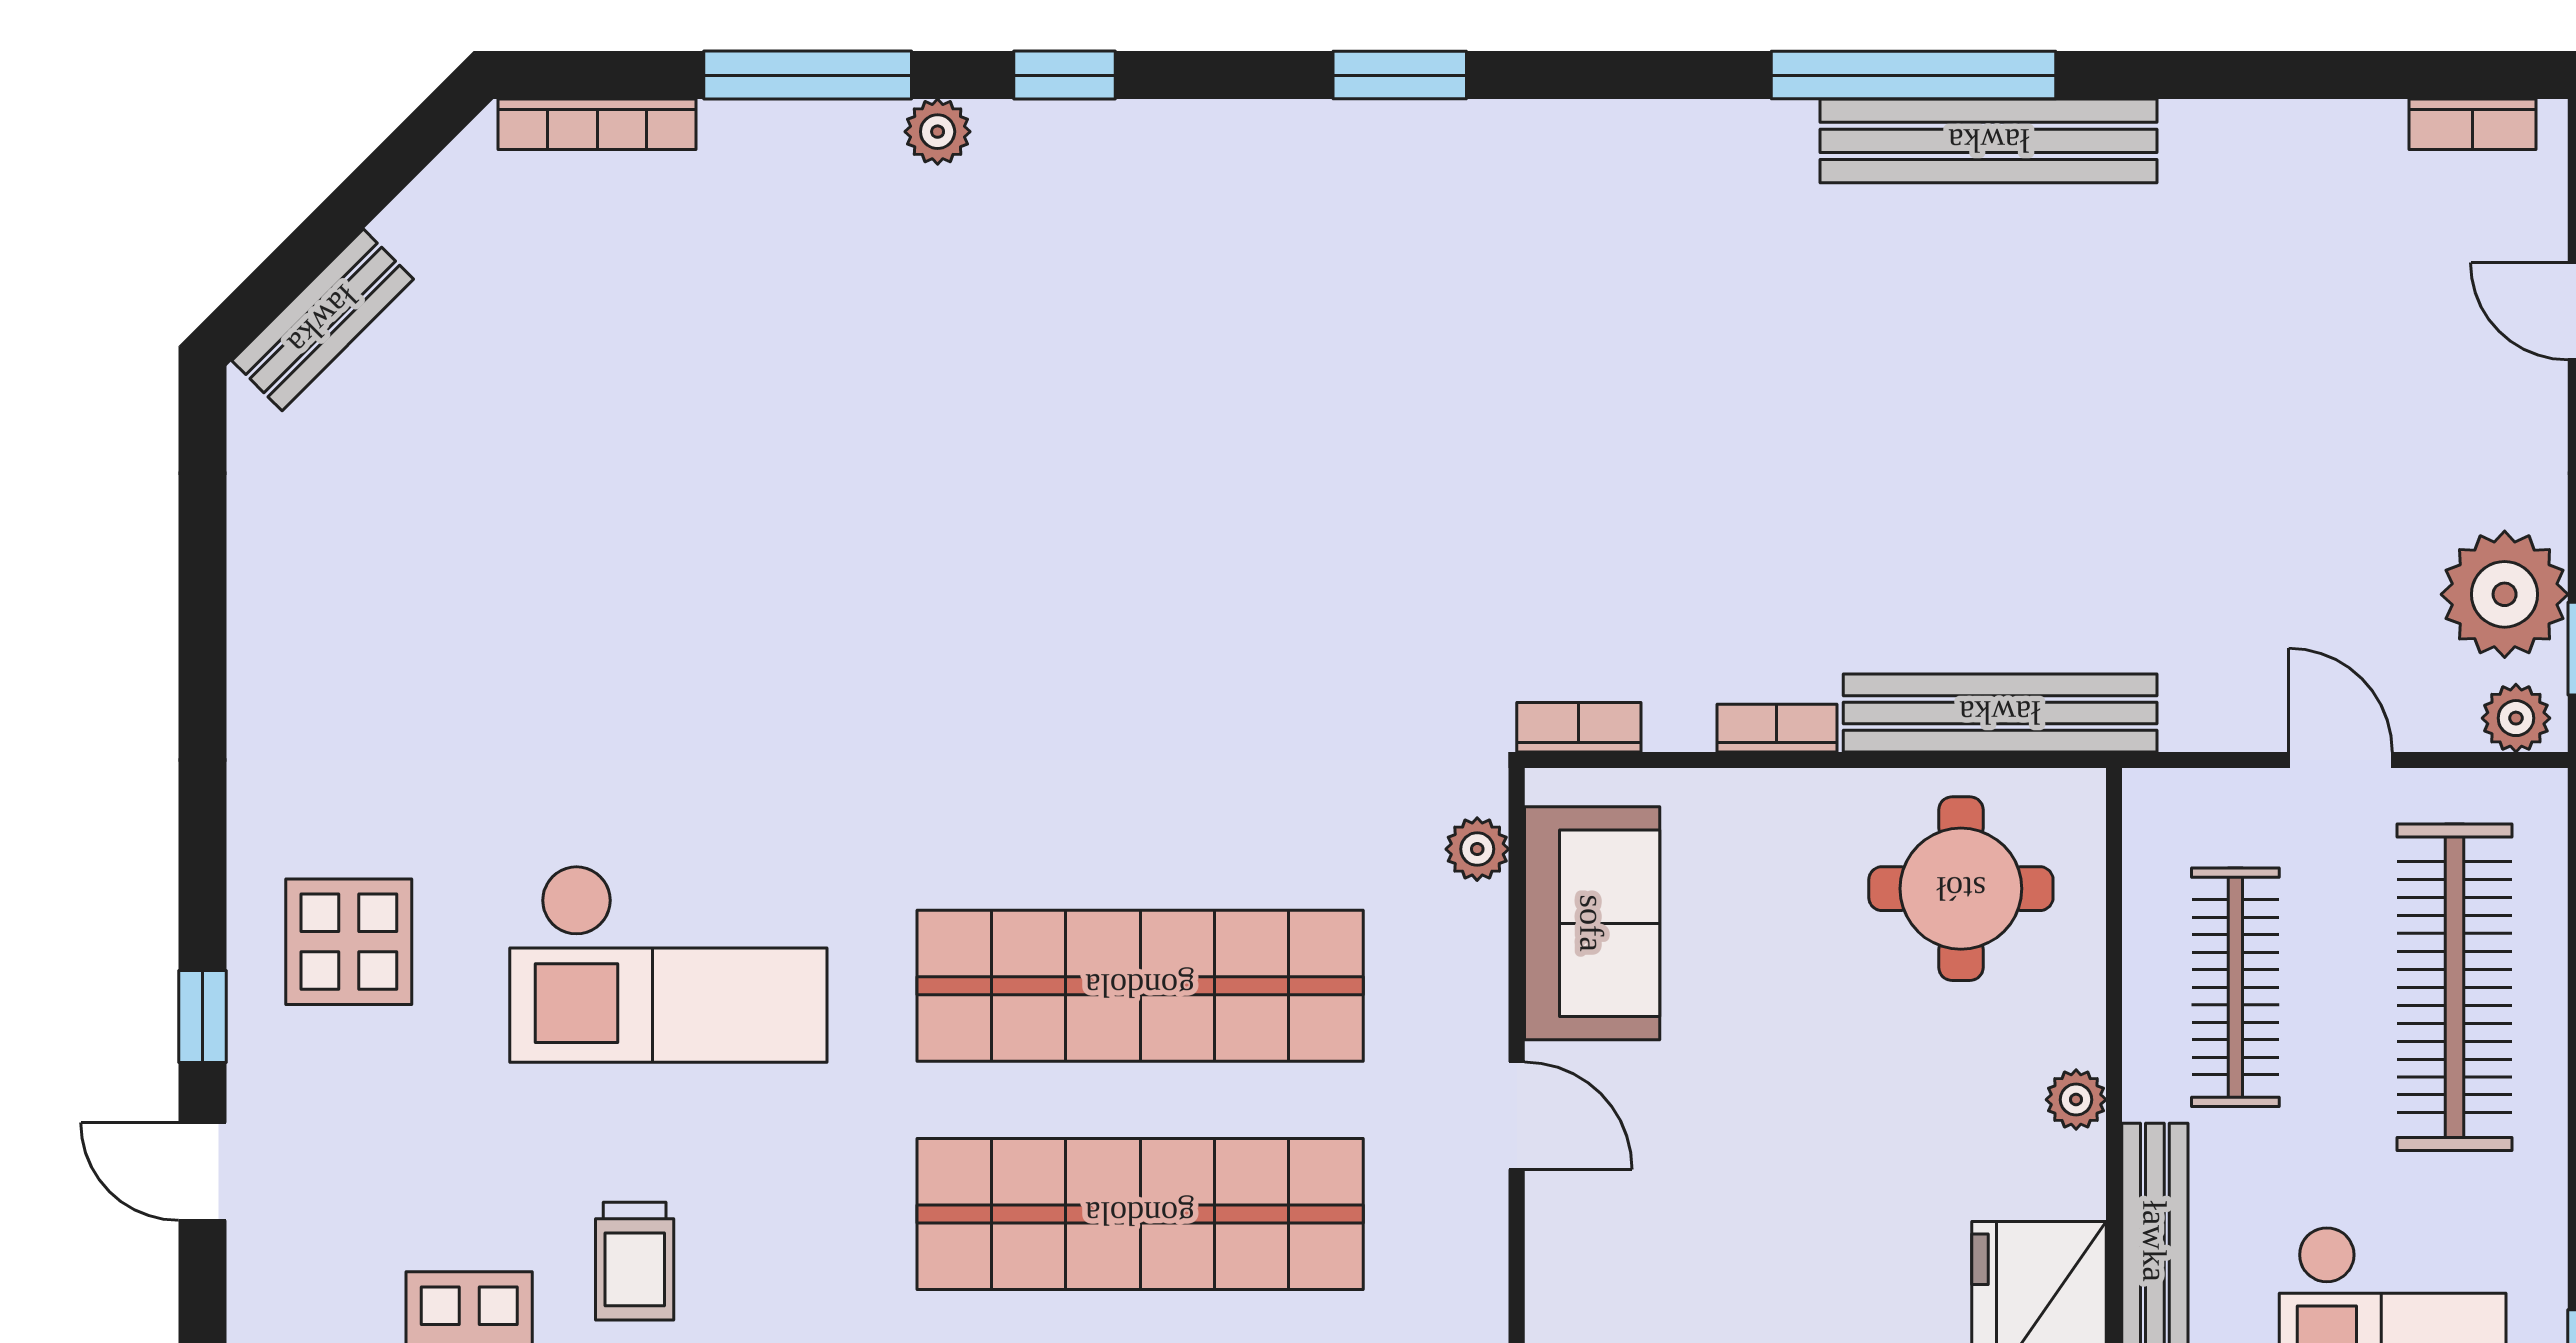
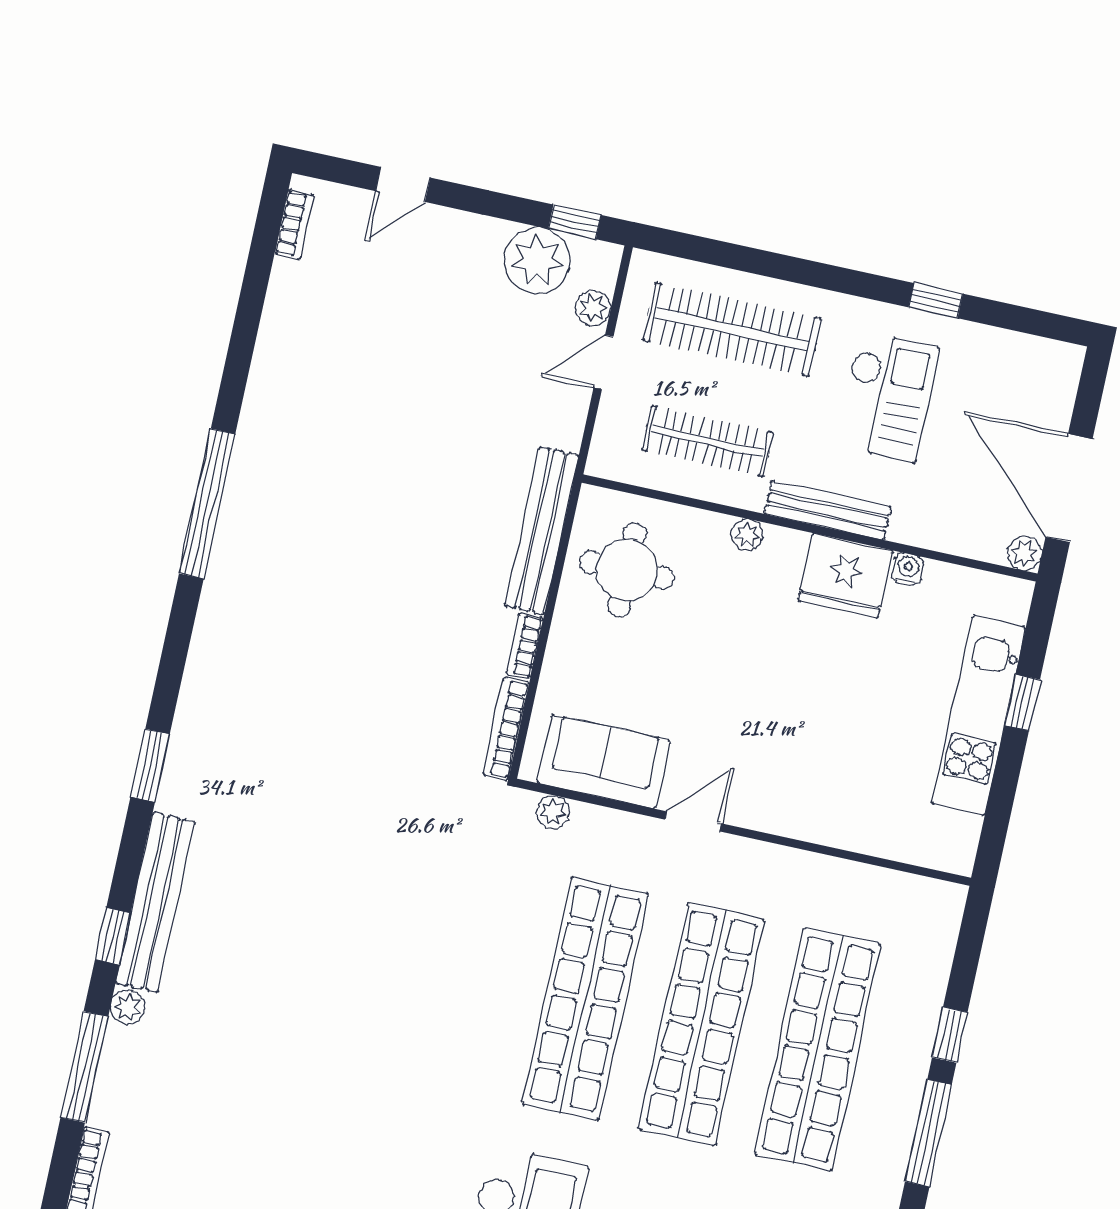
bench: (1989, 141) -> (155, 903), moved
plant: (2516, 718) -> (593, 308), moved
bookcase: (1579, 727) -> (506, 729), width x1.56

